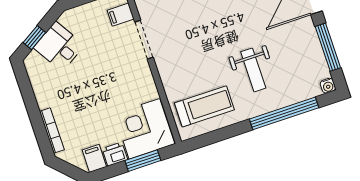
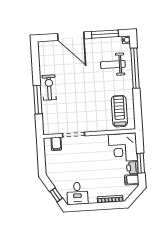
desk: (59, 46) -> (77, 193), moved, turned -58
weight bench: (253, 70) -> (113, 65), moved, turned 180
window: (143, 161) -> (141, 163), moved

